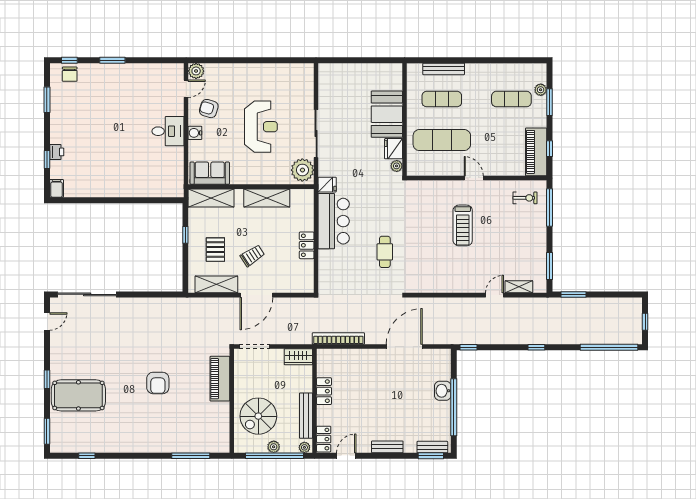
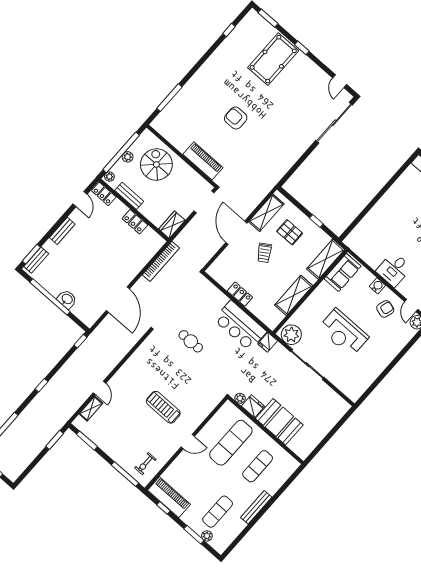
bench: (444, 69) -> (256, 507), moved
bench: (306, 416) -> (129, 196), width x0.73

